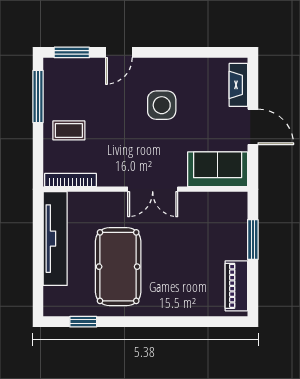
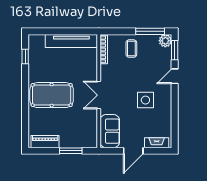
door: (119, 52) -> (175, 76), hinge flipped
plant: (55, 69) -> (165, 41), added
pool table: (118, 267) -> (52, 95), moved

